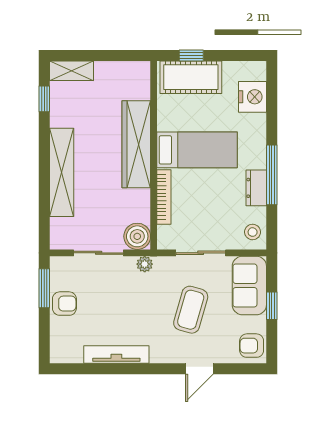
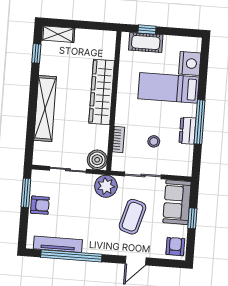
cot: (191, 77) -> (146, 42), width x0.73, depth x0.75
bed: (197, 150) -> (168, 88), moved, turned 180
bookcase: (164, 197) -> (118, 140), width x0.64
stool: (253, 232) -> (154, 141), moved
plant: (145, 264) -> (106, 186), width x1.87, depth x1.87
armchair: (252, 346) -> (175, 246), turned 90
tv unit: (116, 355) -> (58, 244), moved
window: (112, 369) -> (71, 256), added

